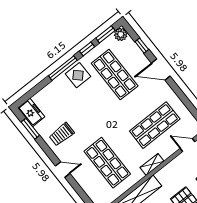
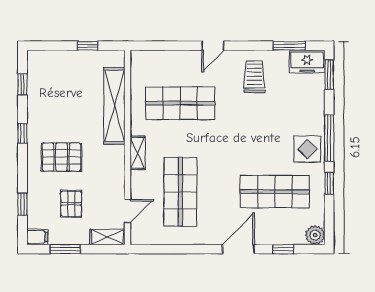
window: (105, 34) -> (329, 75), moved

